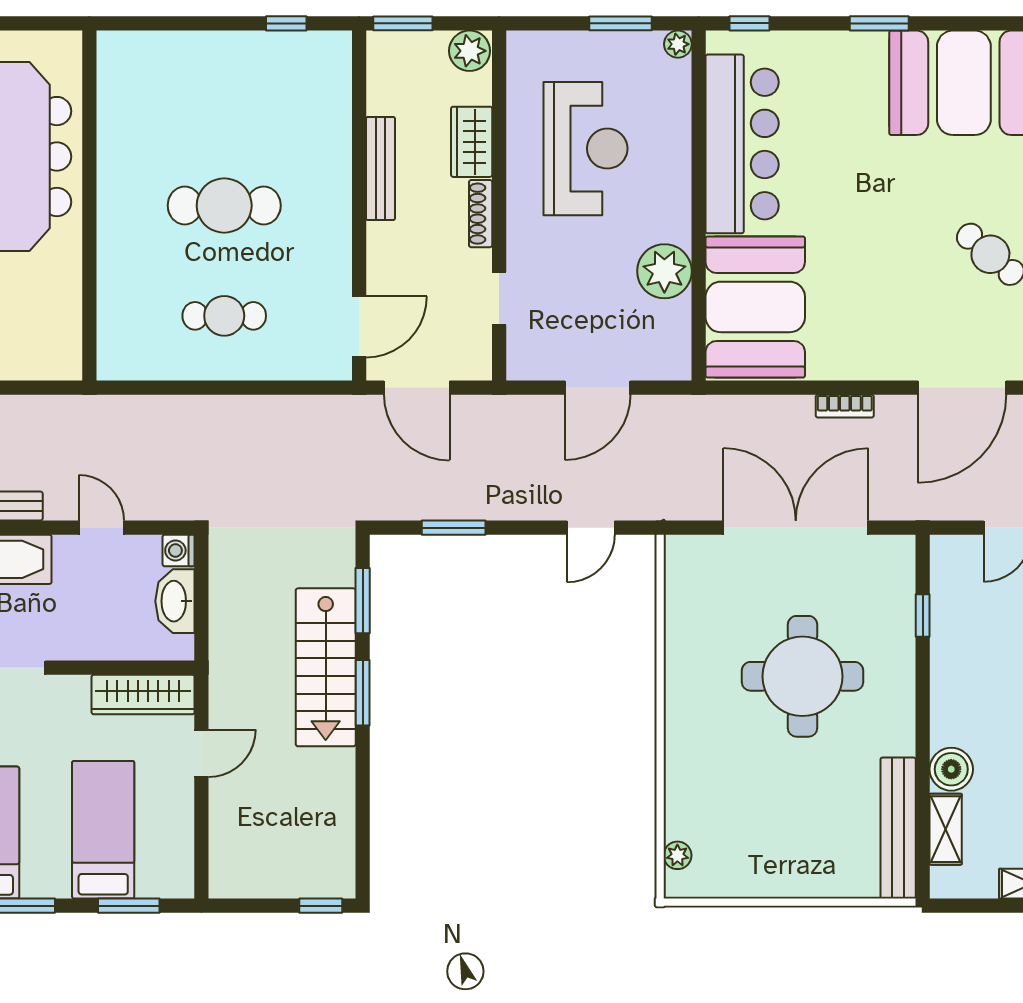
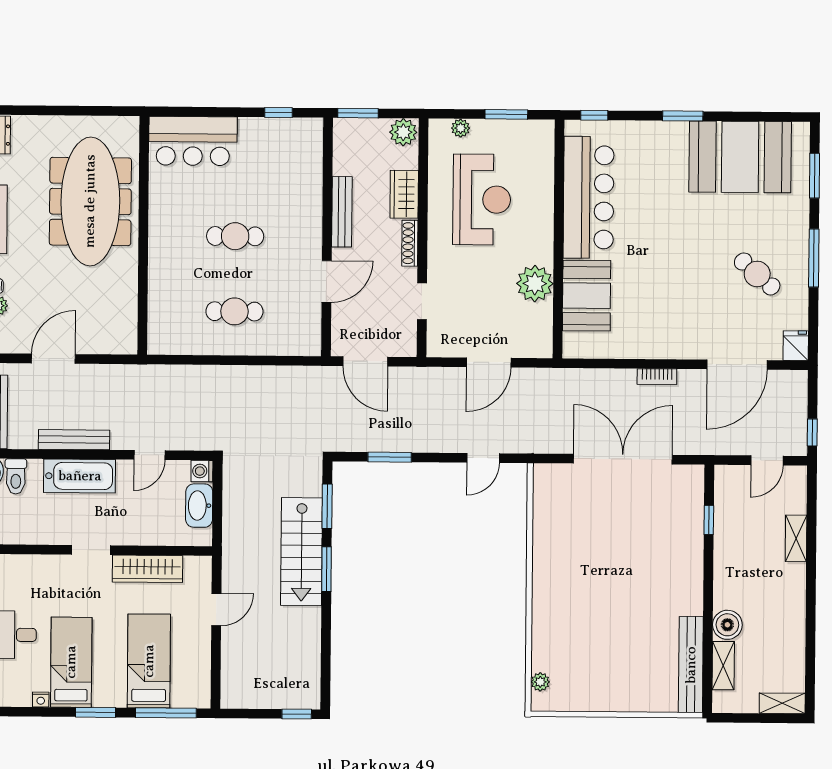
plant: (678, 44) -> (461, 128), moved
bar counter: (161, 66) -> (193, 141), added
cafe table: (224, 206) -> (235, 236), width x0.73, depth x0.74
booth: (755, 307) -> (587, 296), width x0.73, depth x0.70
door: (359, 327) -> (327, 282), moved
door: (101, 528) -> (150, 455), swing flipped
round table: (802, 676) -> (627, 561), removed
wardrobe: (143, 695) -> (148, 569), moved
window: (129, 906) -> (166, 713), width x1.44

